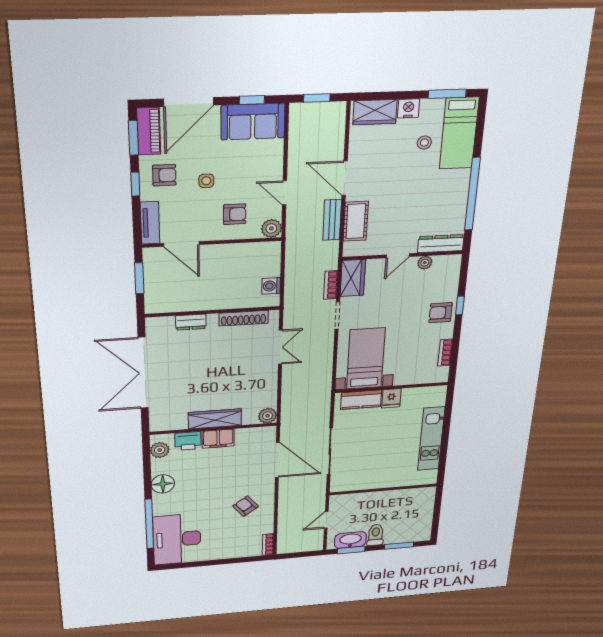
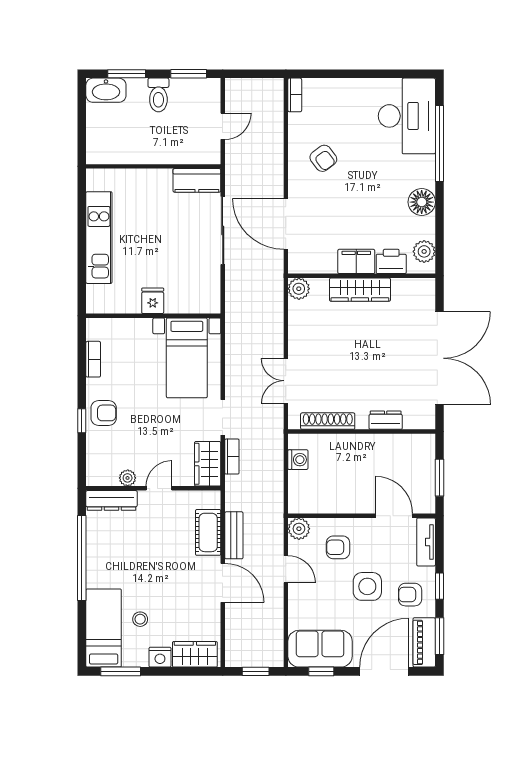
side table: (206, 181) -> (367, 586), width x1.87, depth x1.87
kitchen counter: (361, 400) -> (197, 180), moved, turned 180
washbasin: (350, 540) -> (106, 90), moved

